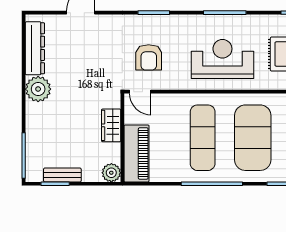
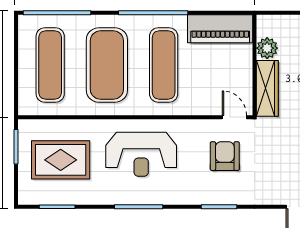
wardrobe: (111, 125) -> (267, 88), width x1.50
piano: (136, 153) -> (220, 29), moved, turned -90
plant: (111, 173) -> (267, 48), moved

